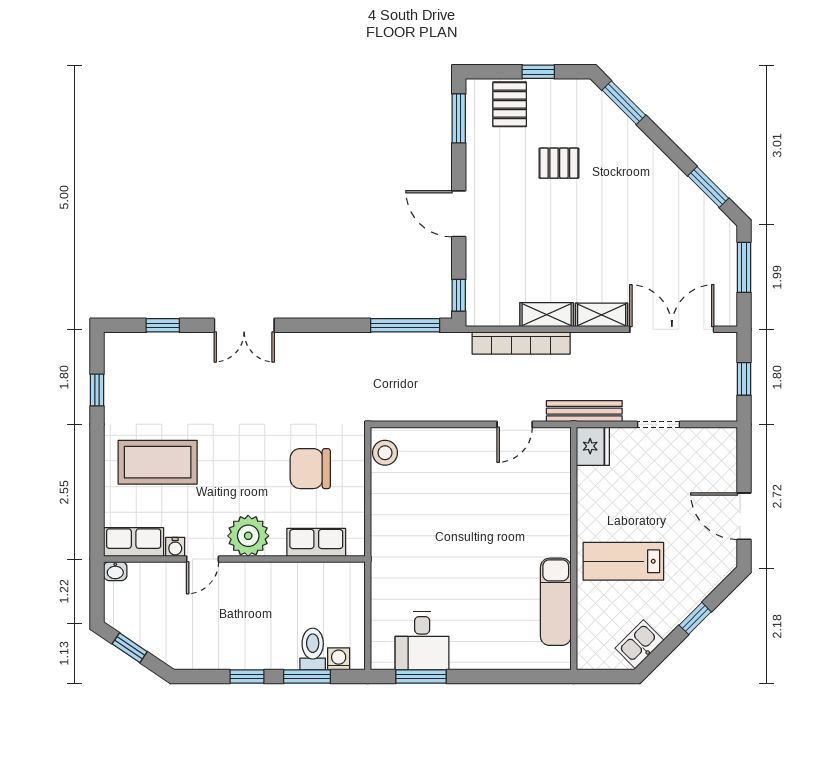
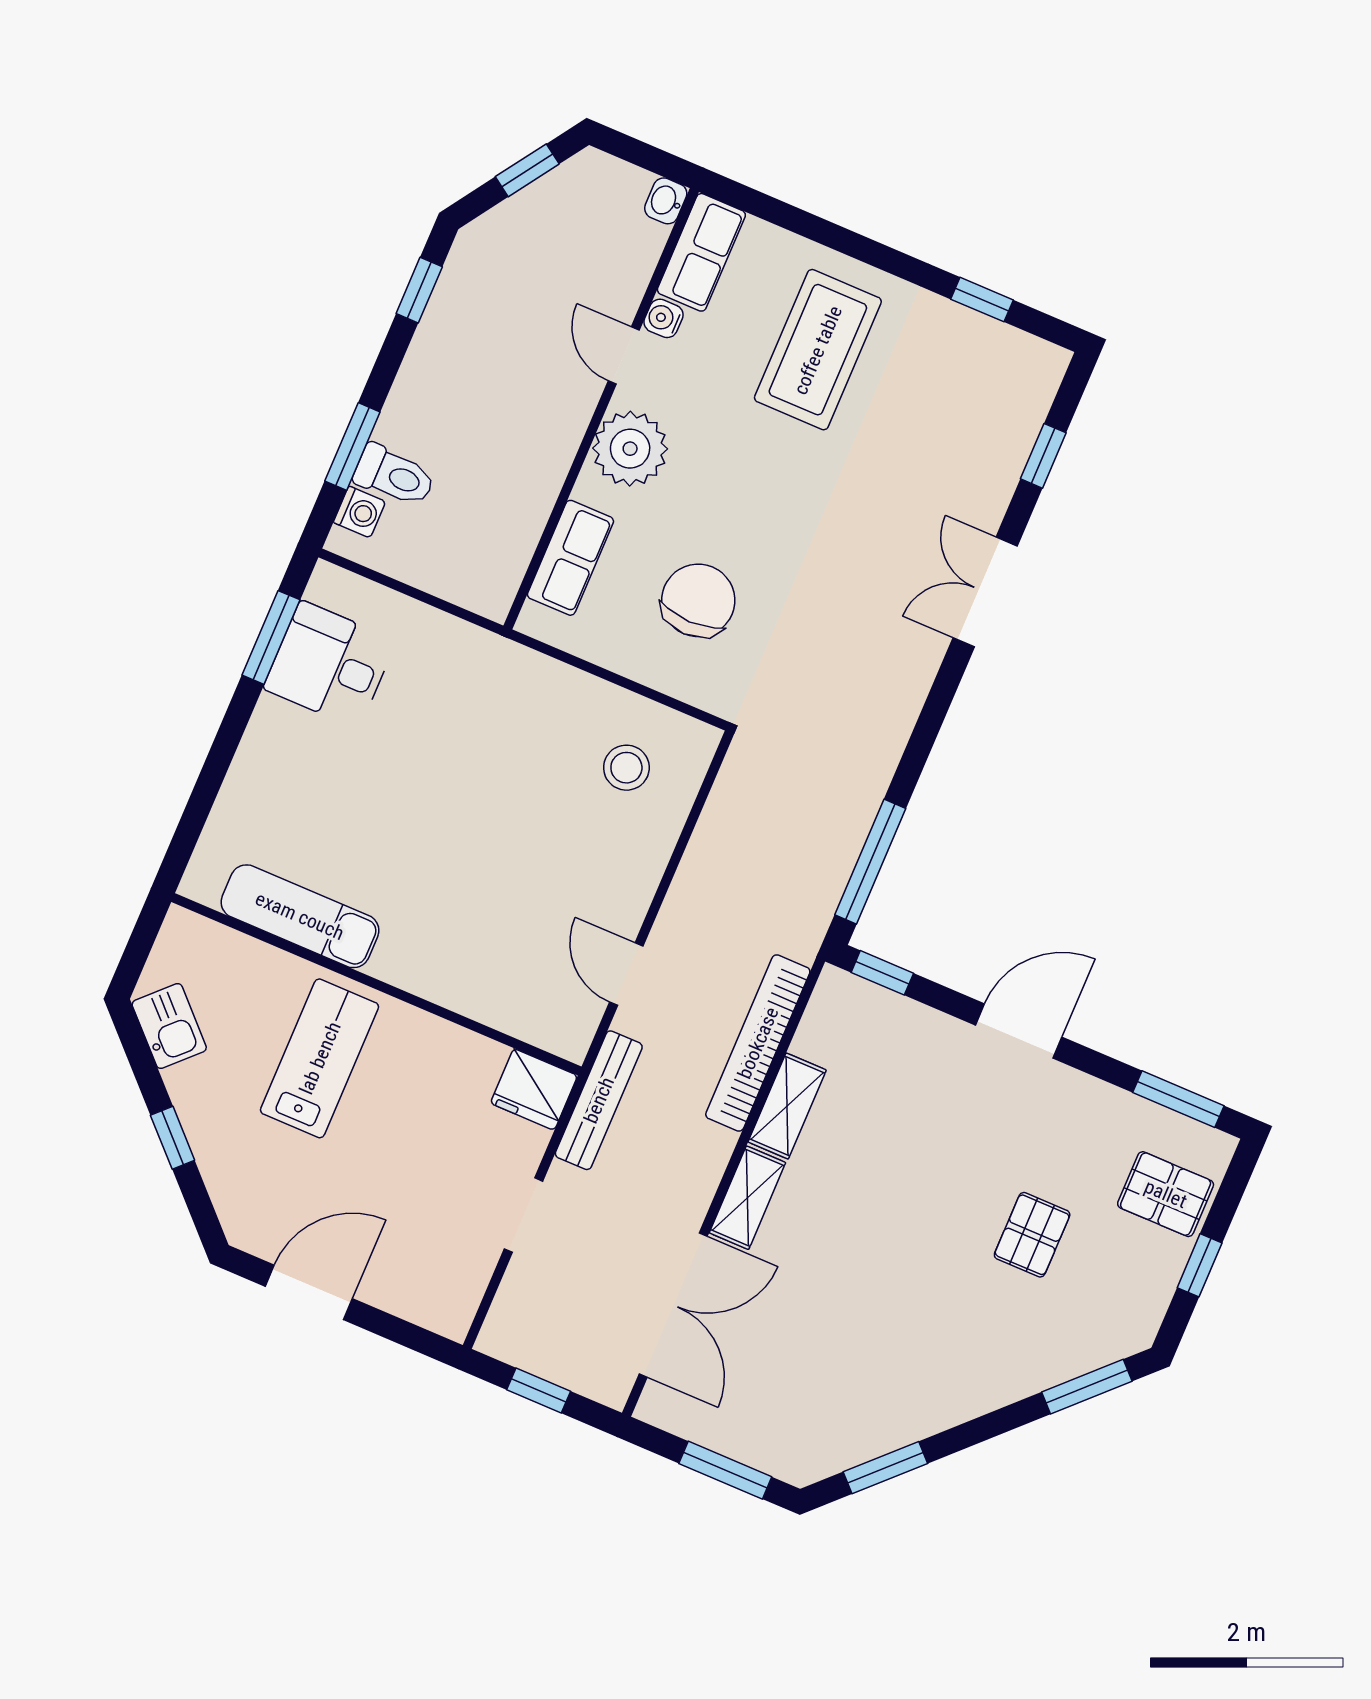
stool: (385, 453) -> (626, 768), moved
window: (247, 677) -> (419, 290), moved

